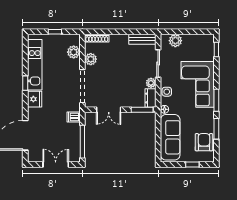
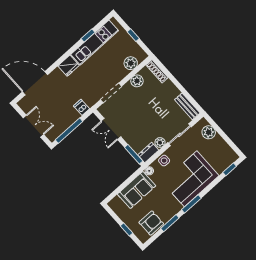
window: (25, 83) -> (88, 35), moved
doorway: (82, 86) -> (111, 93), width x0.73
sofa: (170, 137) -> (137, 190), width x0.73

